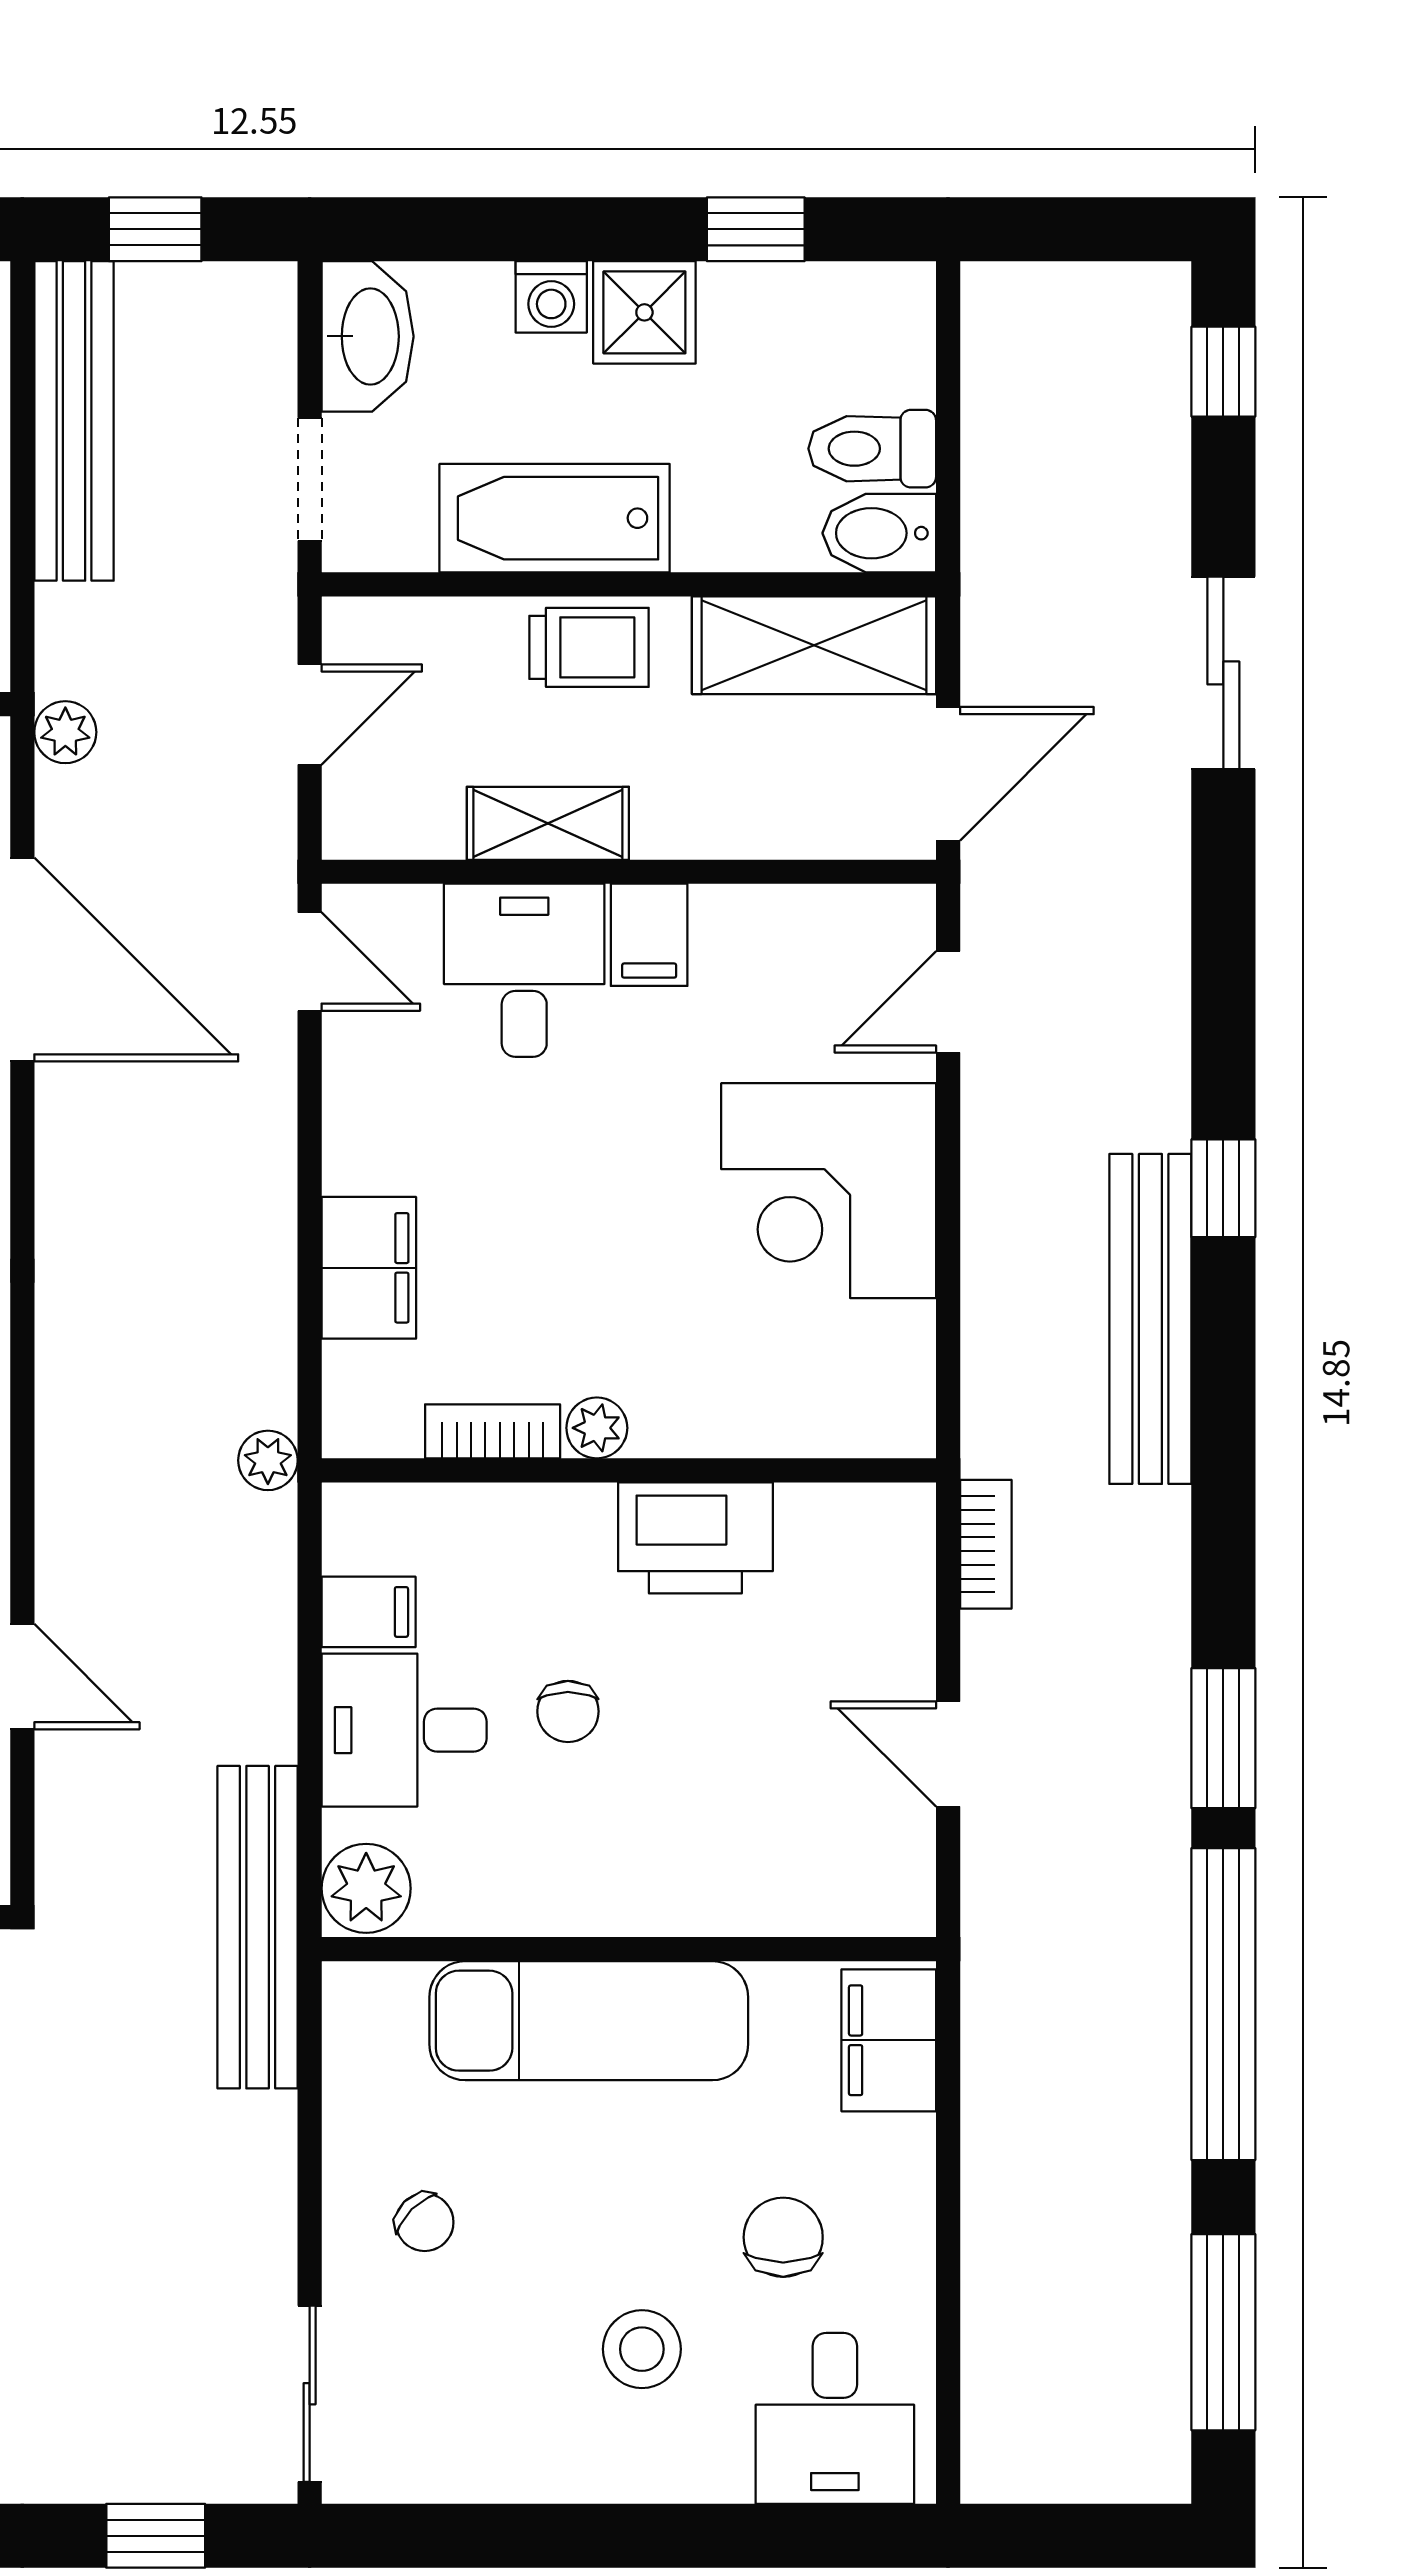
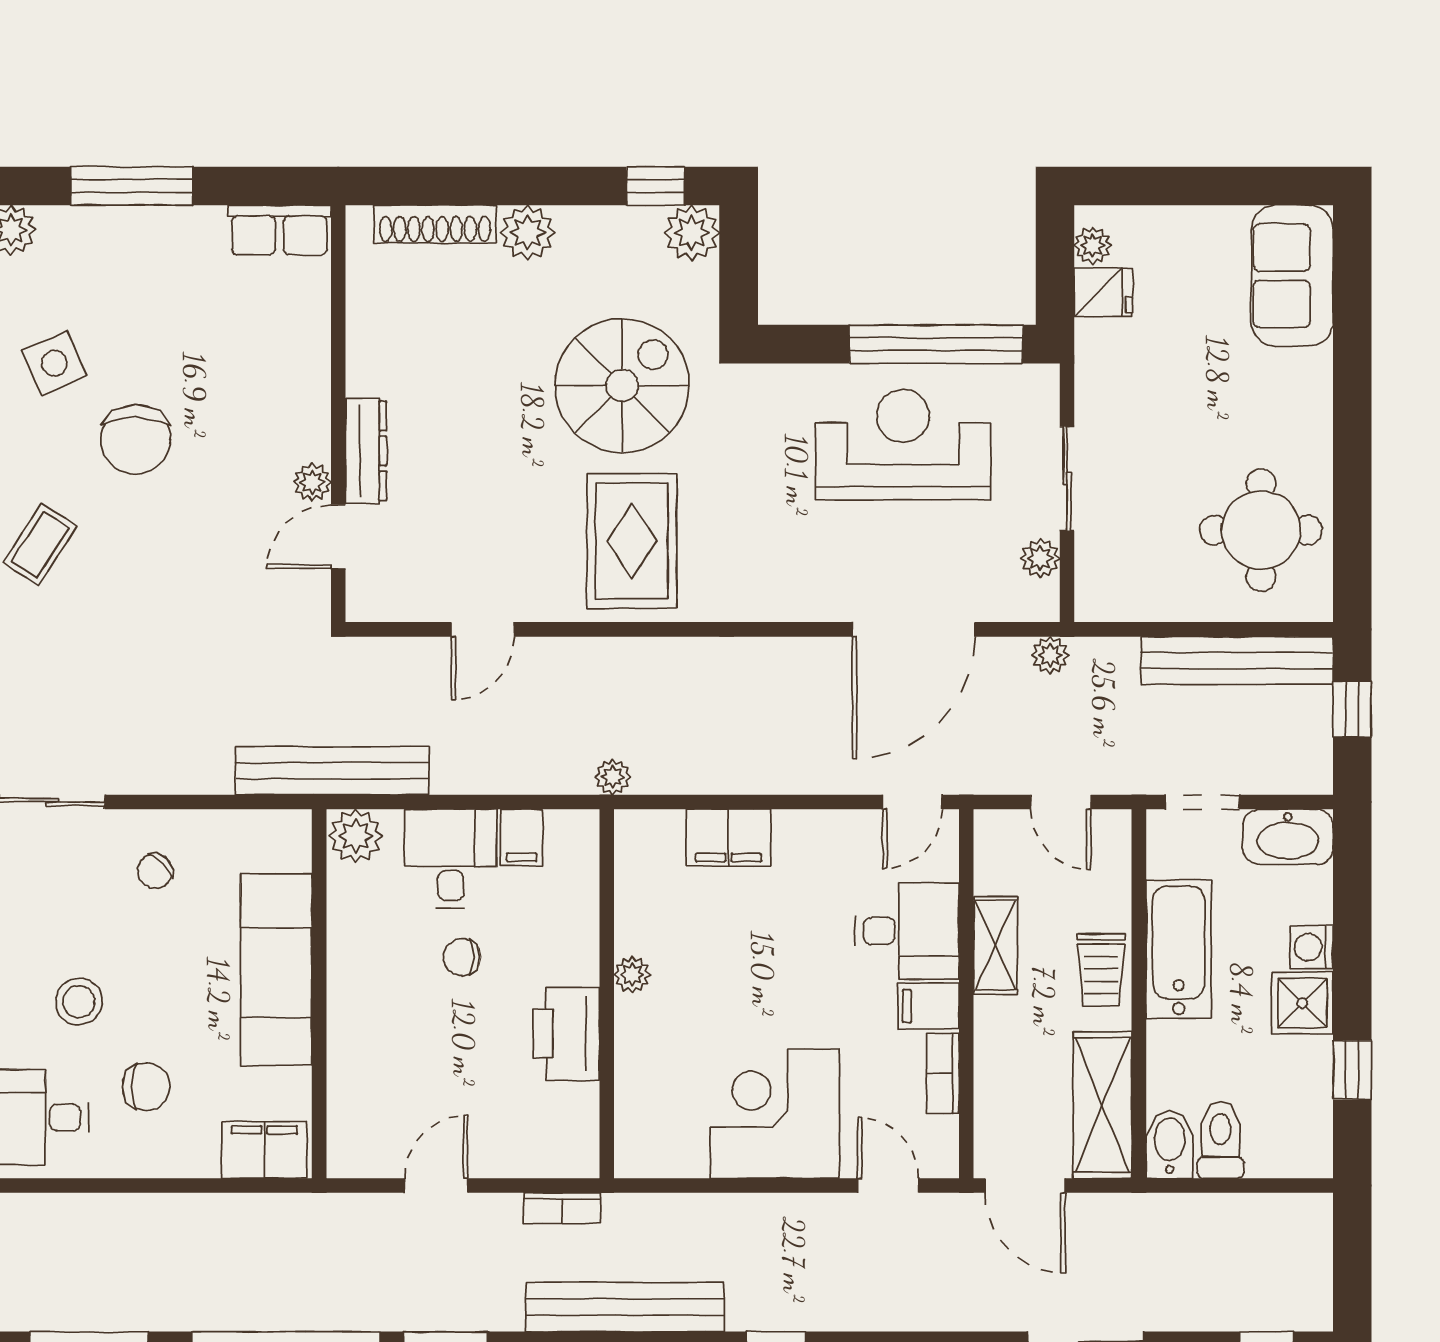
bench: (1150, 1319) -> (625, 1307), moved
bookcase: (493, 1431) -> (943, 1073), moved, turned 180

